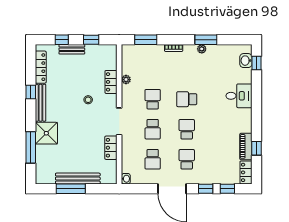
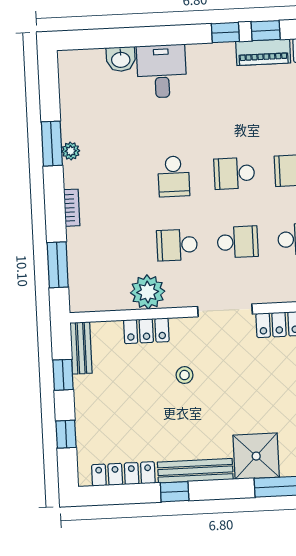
bench: (72, 49) -> (81, 348), moved
washbasin: (246, 61) -> (121, 59), moved
window: (257, 63) -> (225, 33), moved
plant: (126, 80) -> (148, 292), width x1.88, depth x1.88

